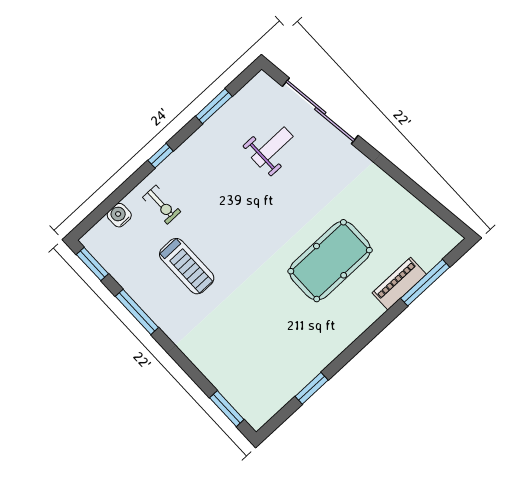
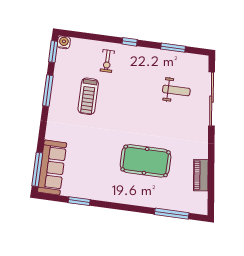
water cooler: (119, 215) -> (64, 42), moved
piano: (399, 284) -> (201, 175), moved, turned -97
sofa: (240, 388) -> (52, 168), added
window: (227, 409) -> (37, 169), width x1.44

